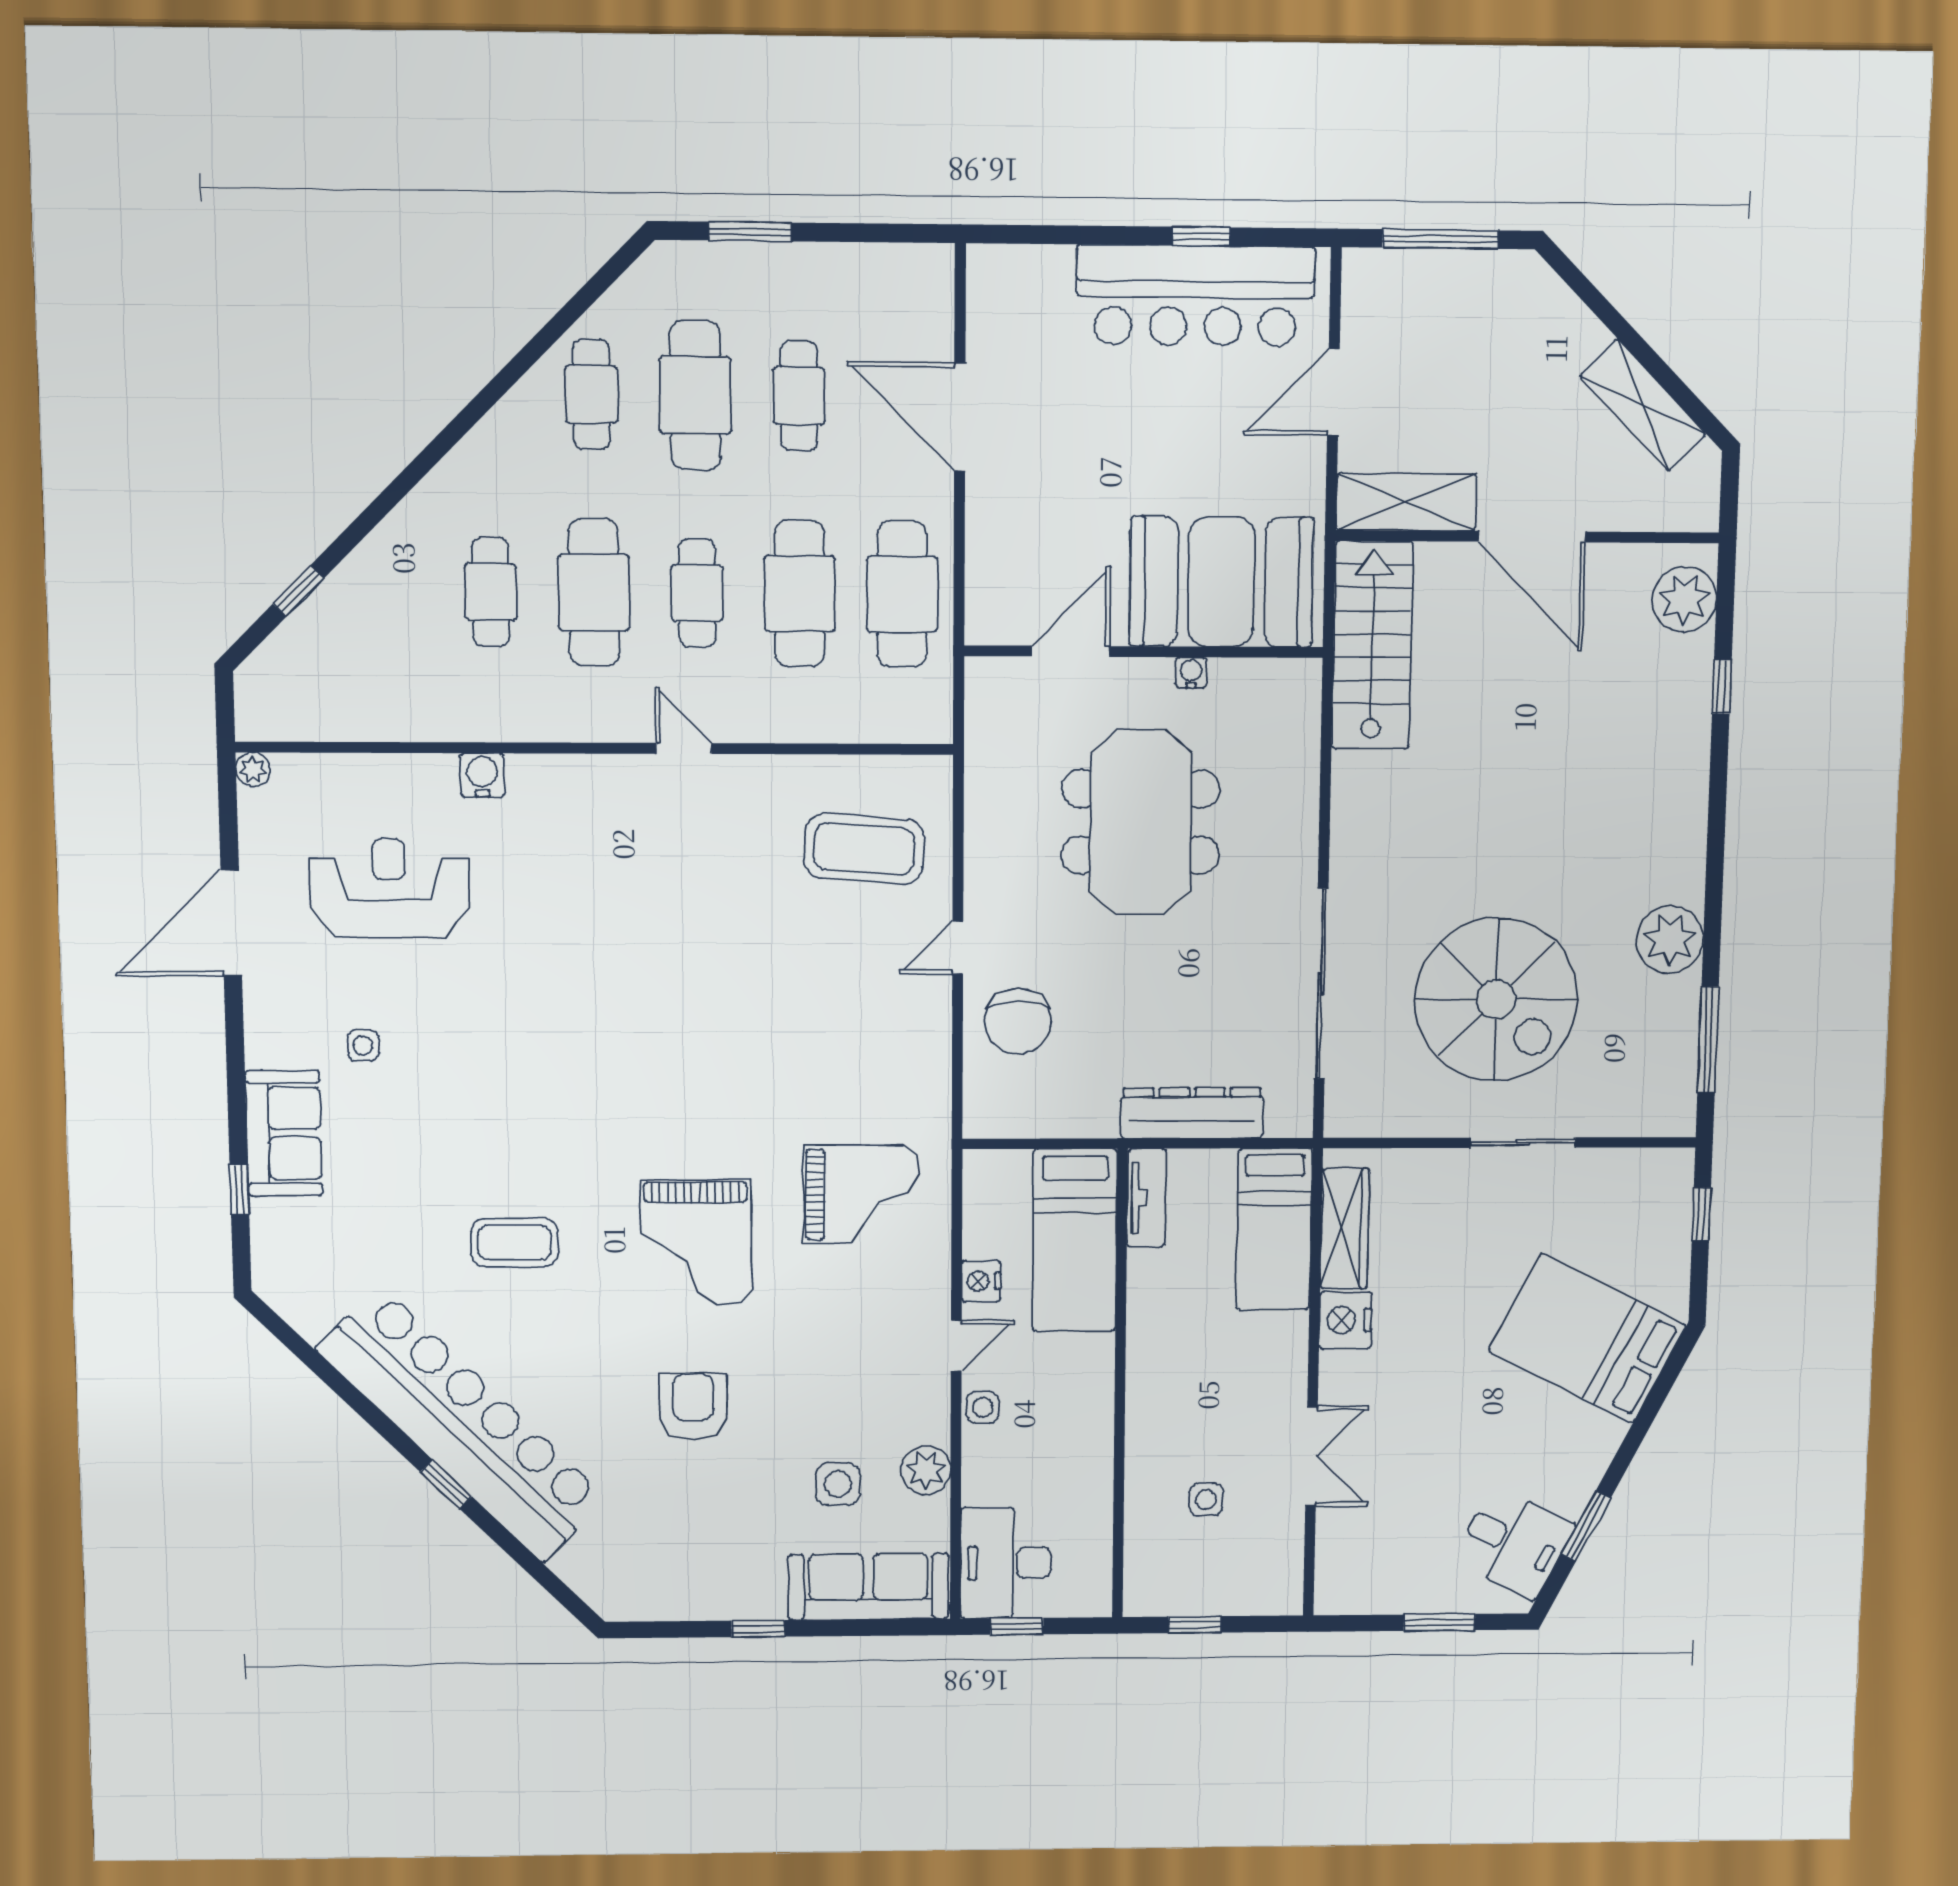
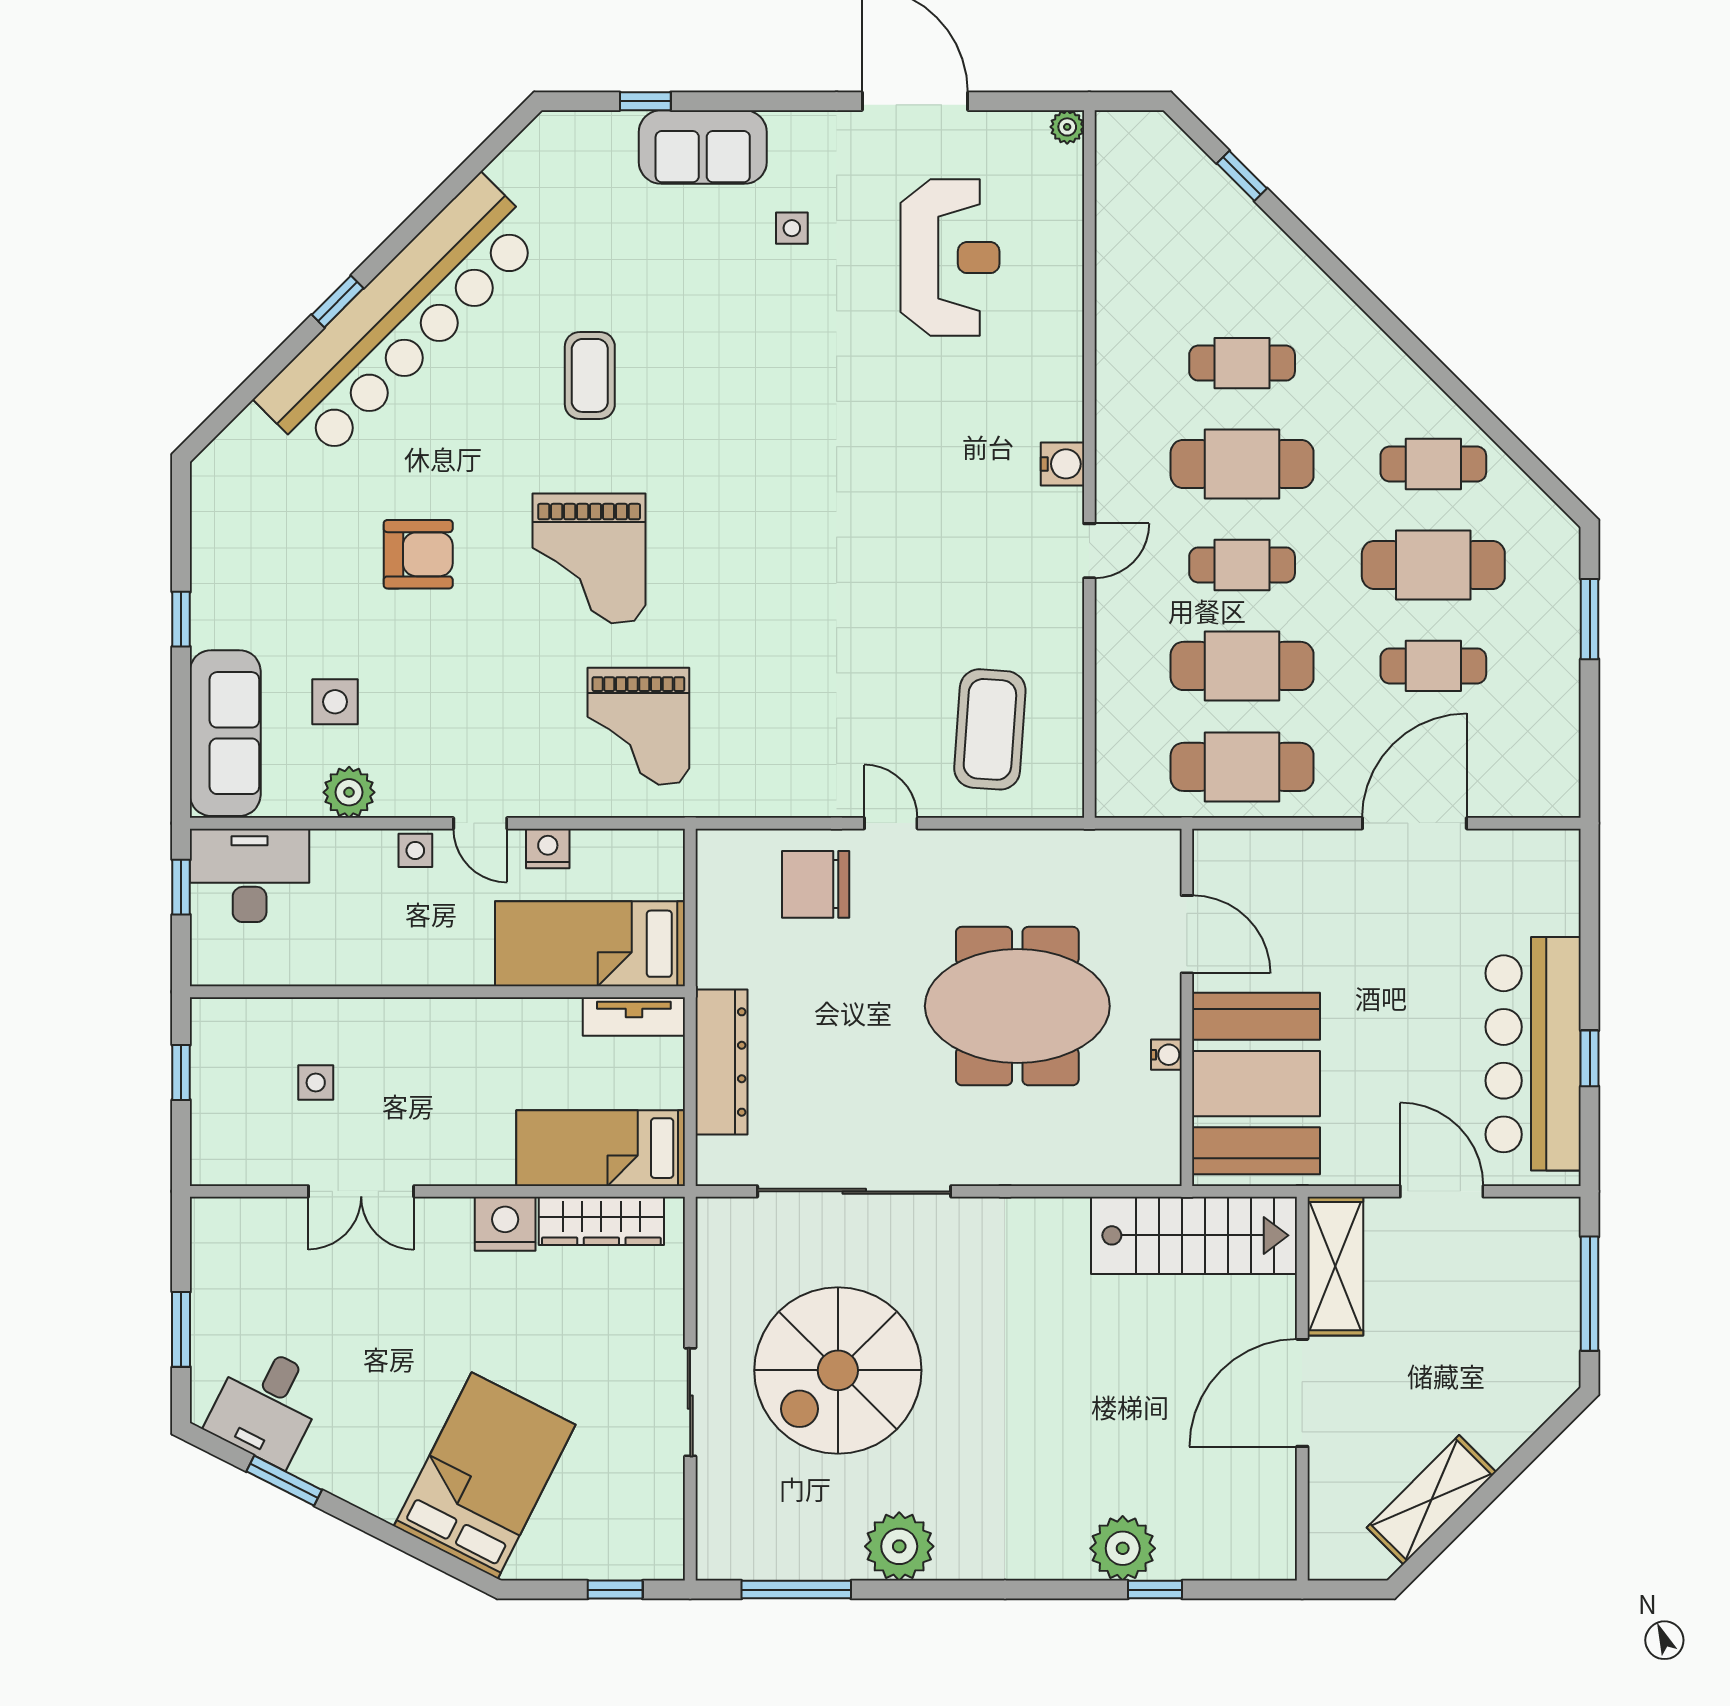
plant: (1684, 599) -> (1123, 1548), moved
water cooler: (482, 775) -> (1062, 464), moved
grand piano: (696, 1243) -> (589, 558), turned -90

